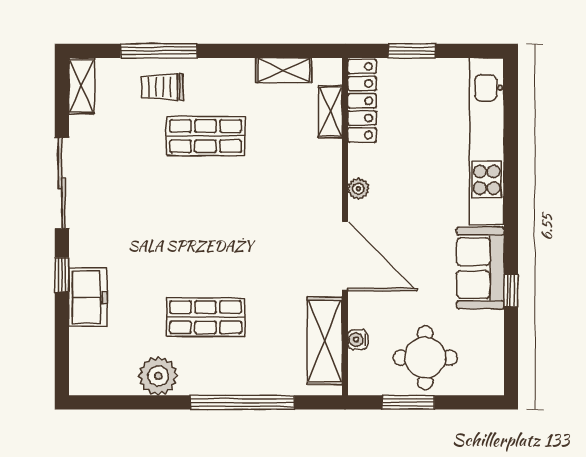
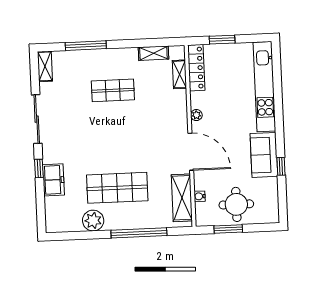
trolley: (162, 87) -> (89, 65), removed
shop shelf: (206, 317) -> (117, 188), width x1.43, depth x1.36

